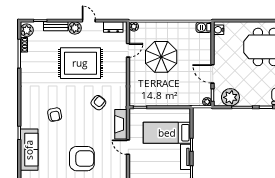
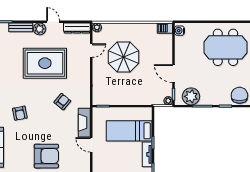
dresser: (113, 27) -> (77, 28), width x1.44

